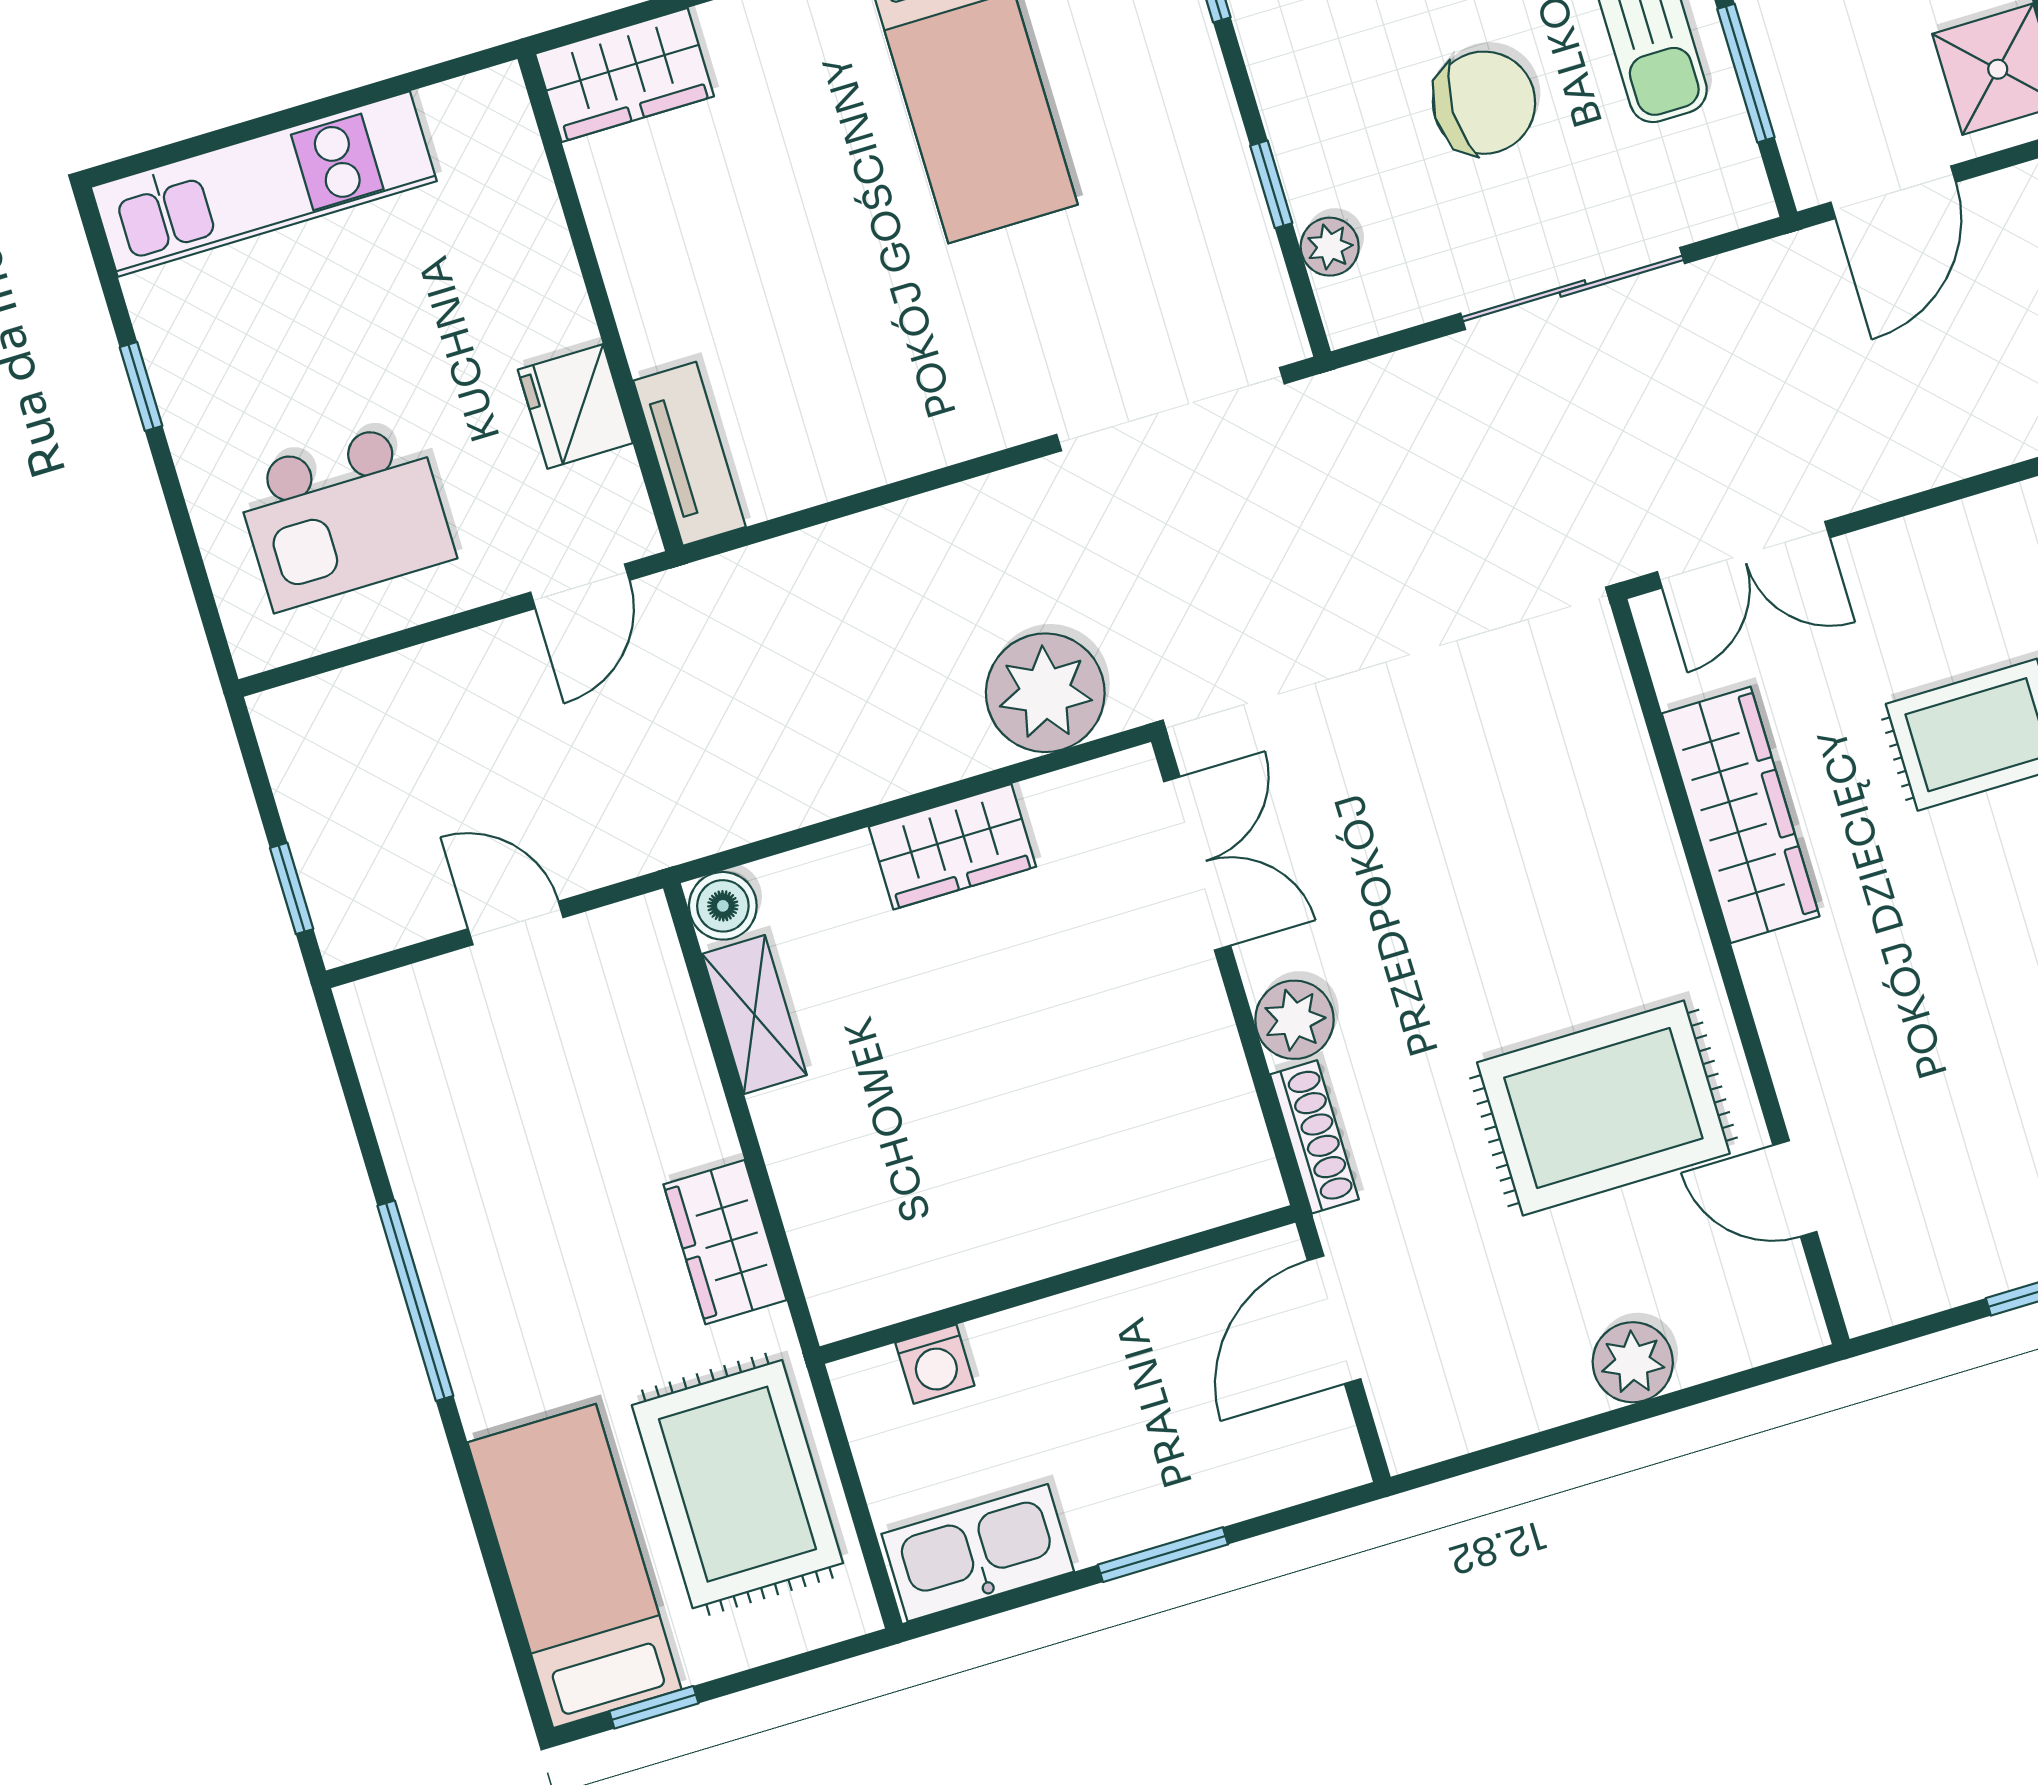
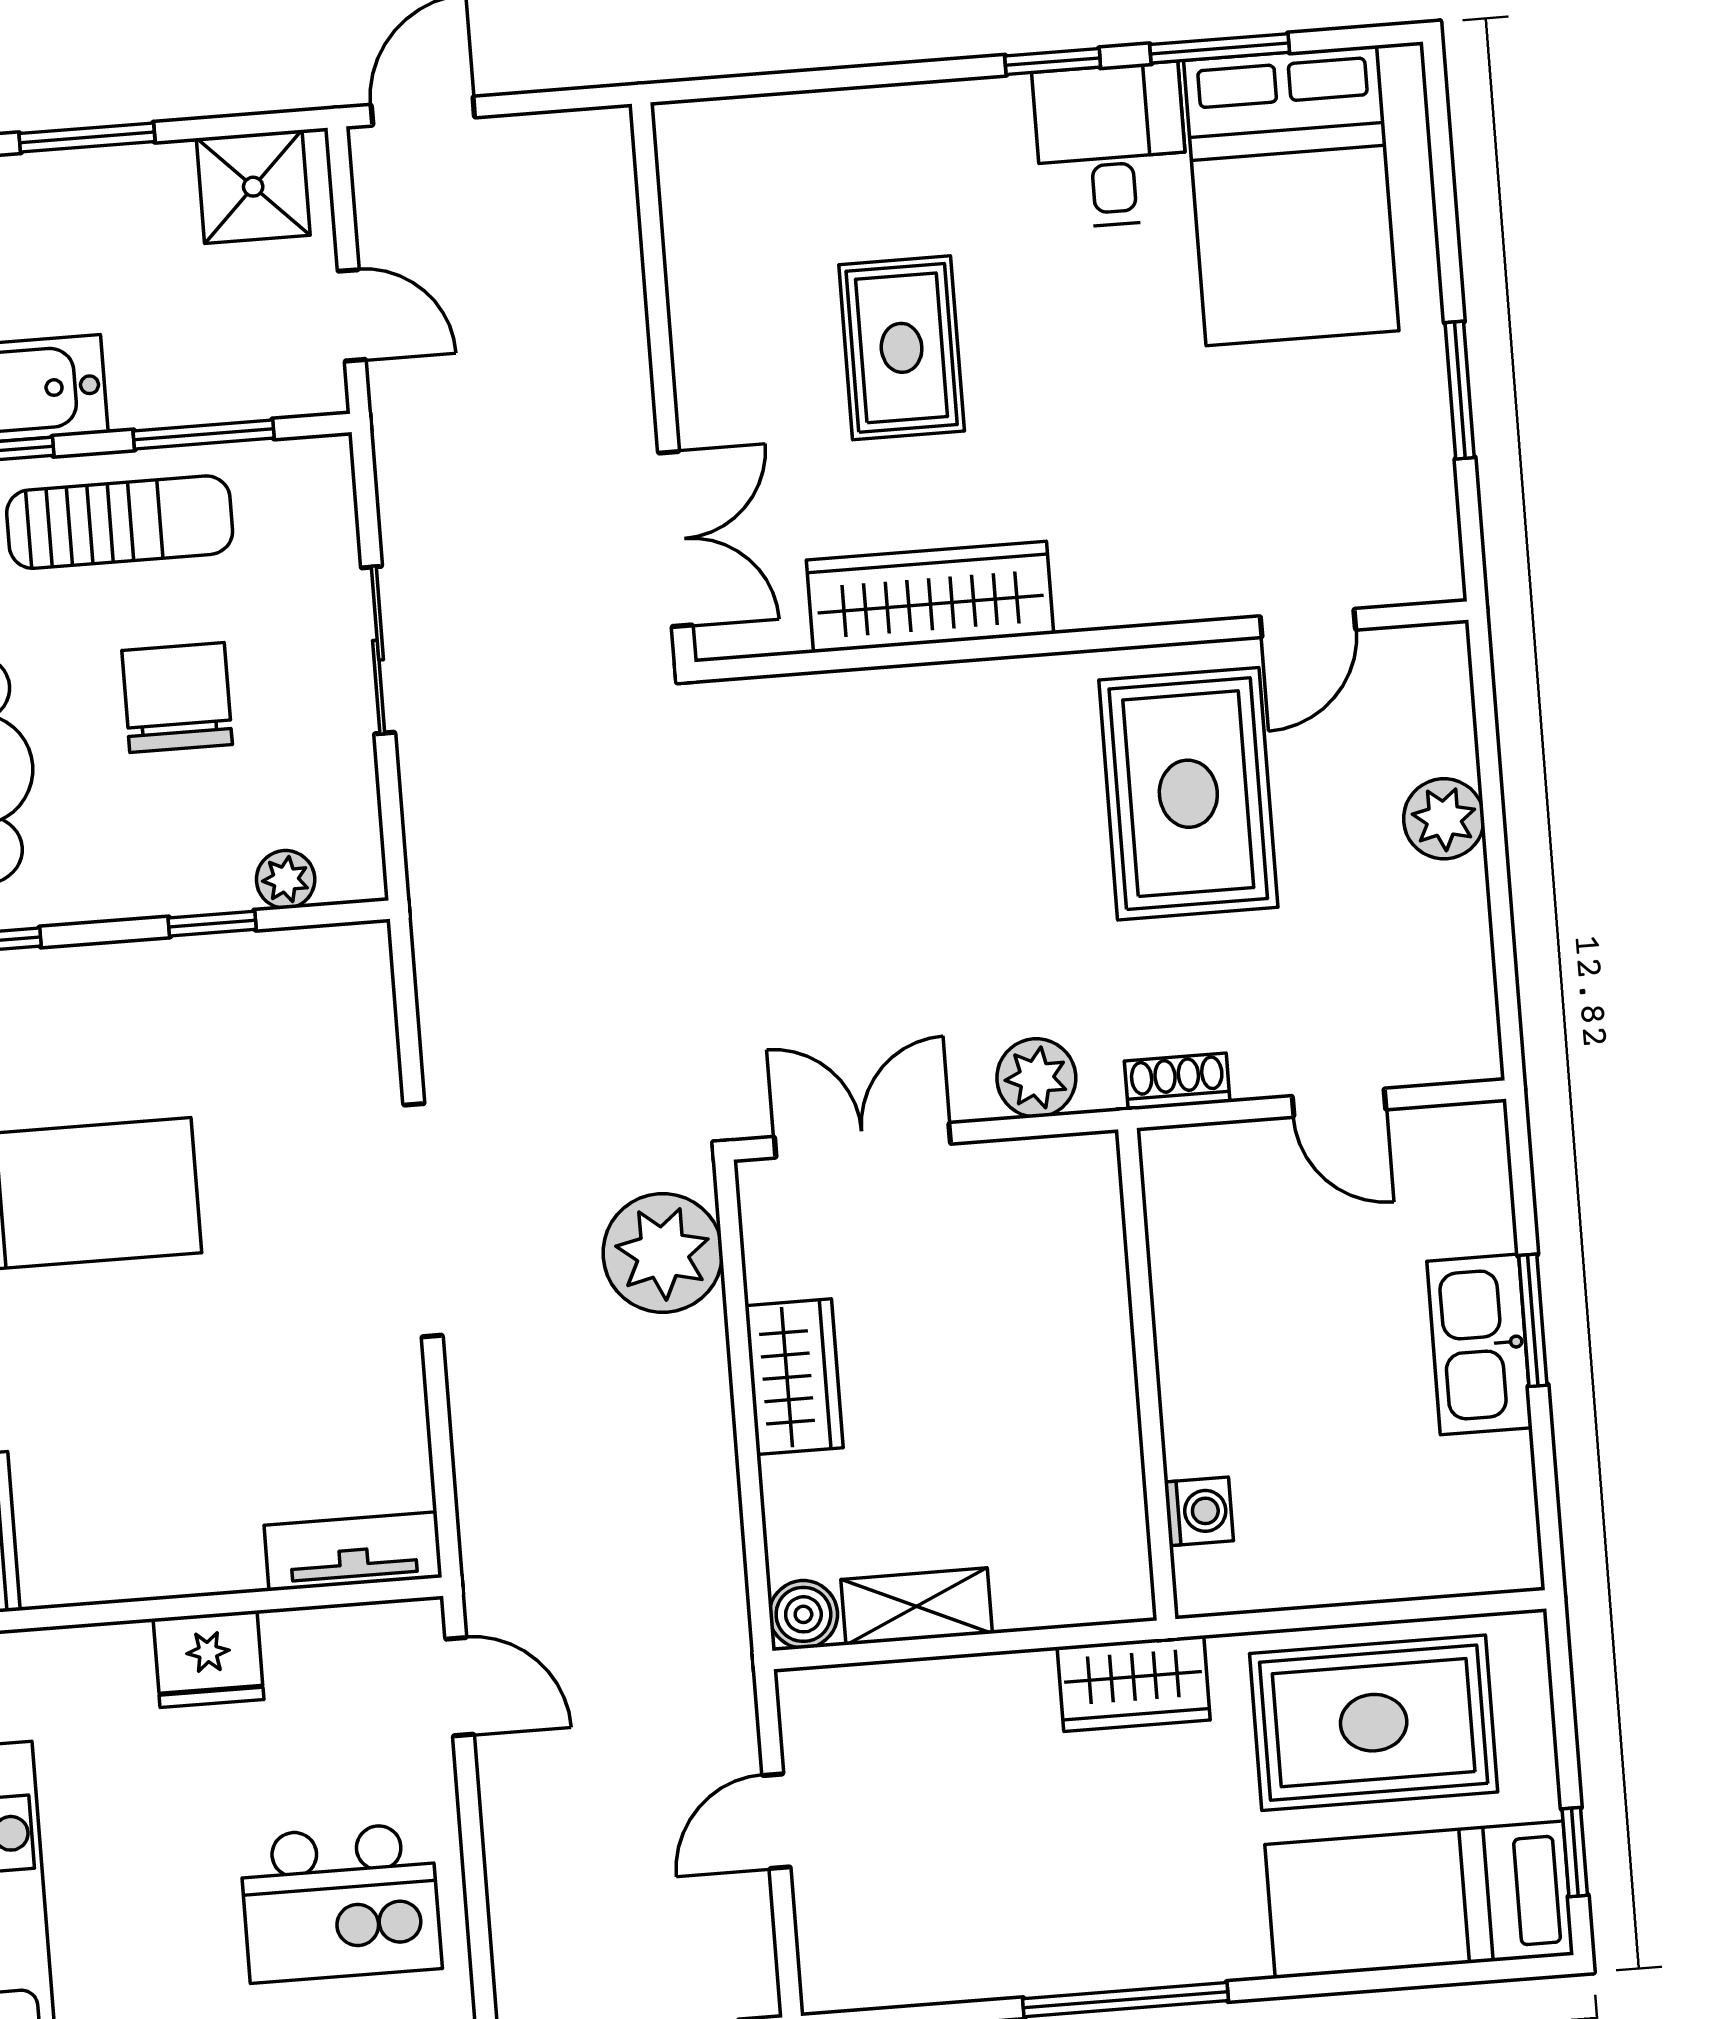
door: (1893, 192) -> (352, 315), width x0.73
sliding door: (1573, 288) -> (378, 650), width x0.73
fridge: (575, 406) -> (208, 1659), moved
doorway: (1170, 409) -> (423, 1220), moved
kitchen island: (345, 516) -> (341, 1903), turned 90
shoe rack: (1314, 1137) -> (1177, 1081), width x0.70
wall: (1057, 1285) -> (1147, 1374), moved
door: (1334, 1320) -> (1339, 1103), width x0.73
washing machine: (935, 1364) -> (1199, 1511), moved
kitchen sink: (978, 1553) -> (1479, 1344), moved

